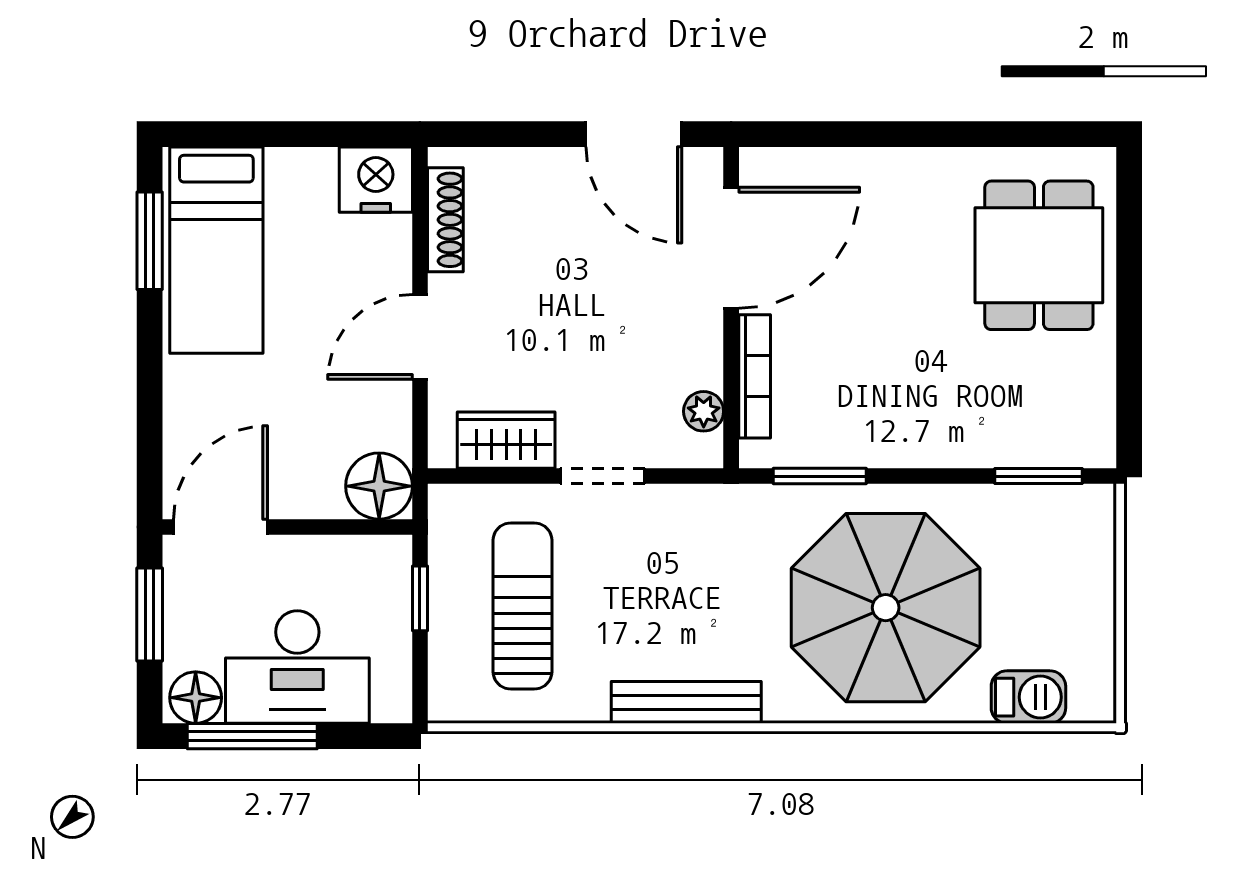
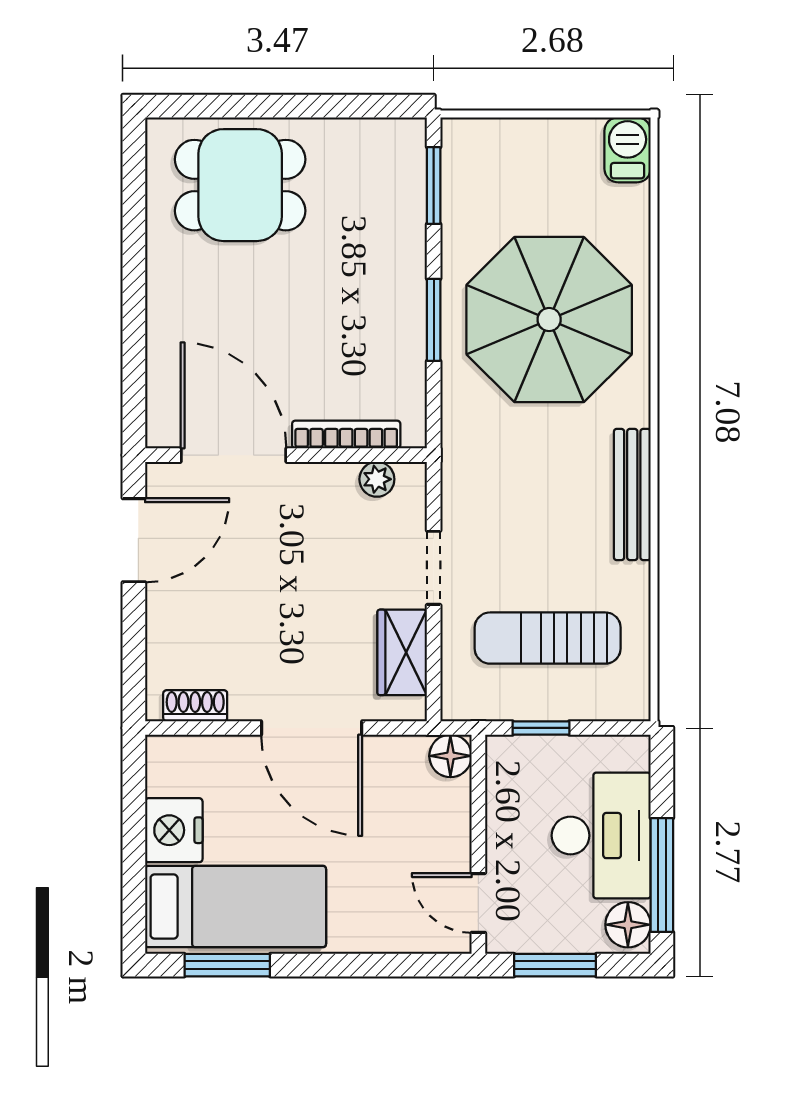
nightstand: (376, 180) -> (174, 830), moved
shoe rack: (445, 220) -> (195, 706), width x0.70
door: (420, 337) -> (312, 728), width x1.36
window: (820, 476) -> (434, 320), moved
floor lamp: (379, 486) -> (450, 756), width x0.73, depth x0.73
door: (221, 527) -> (478, 903), width x0.73
barbecue: (1028, 697) -> (628, 150), moved

